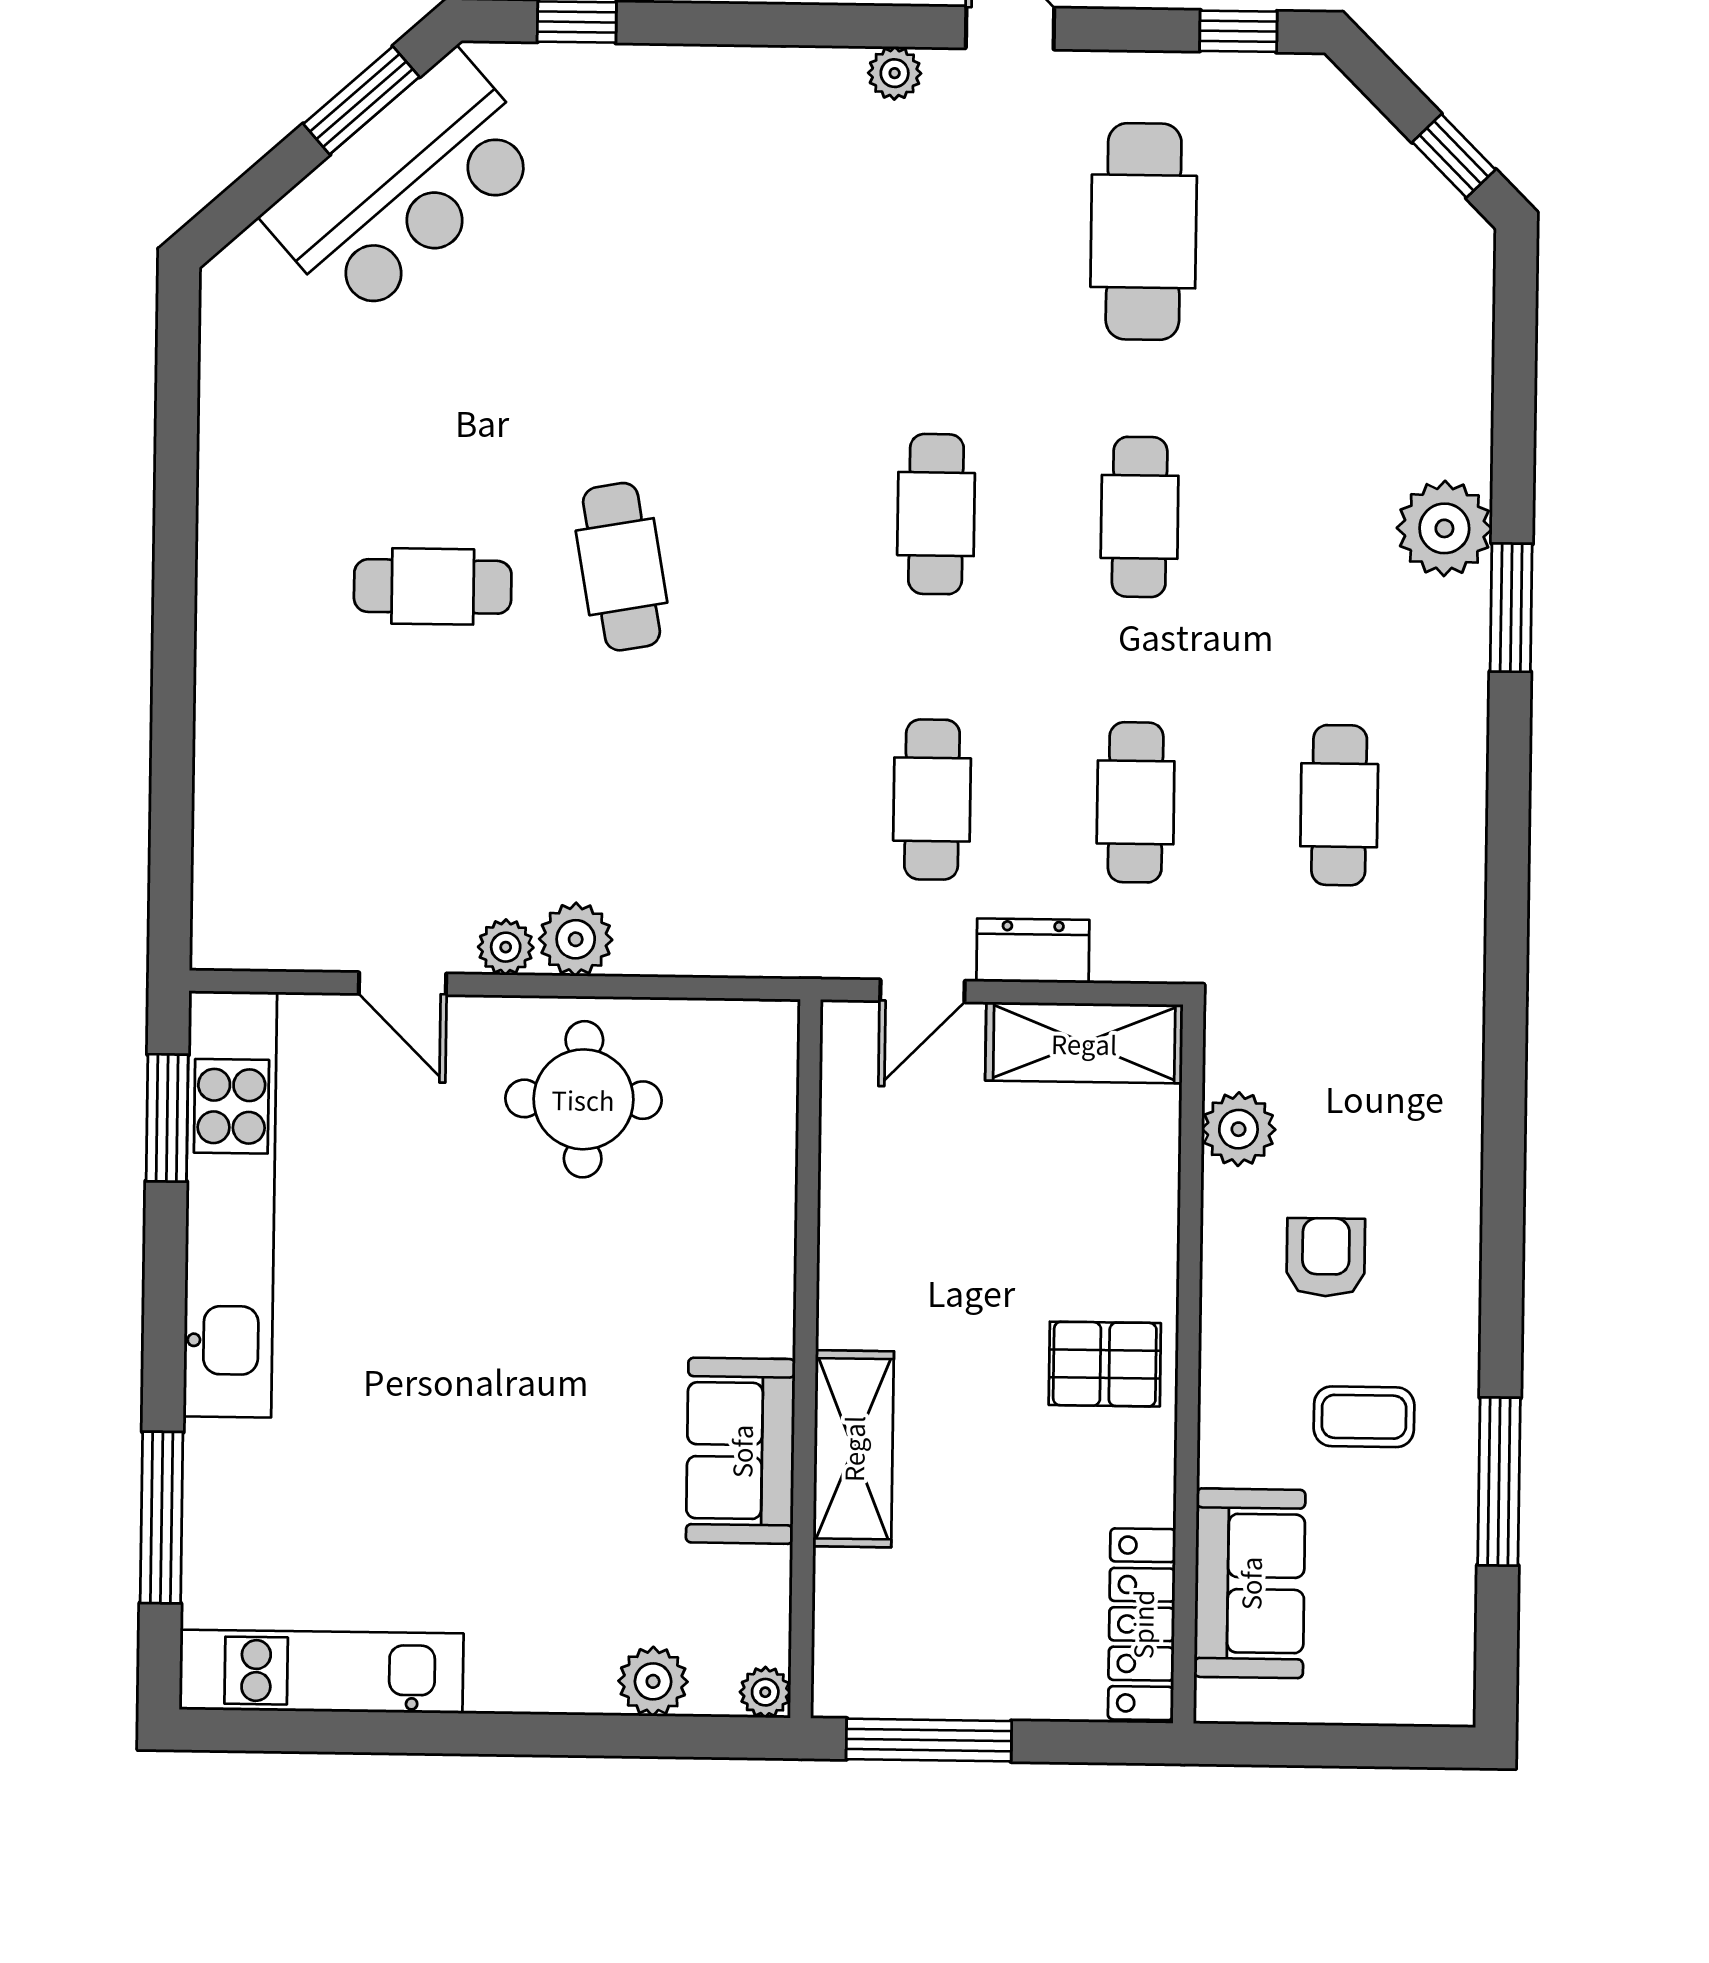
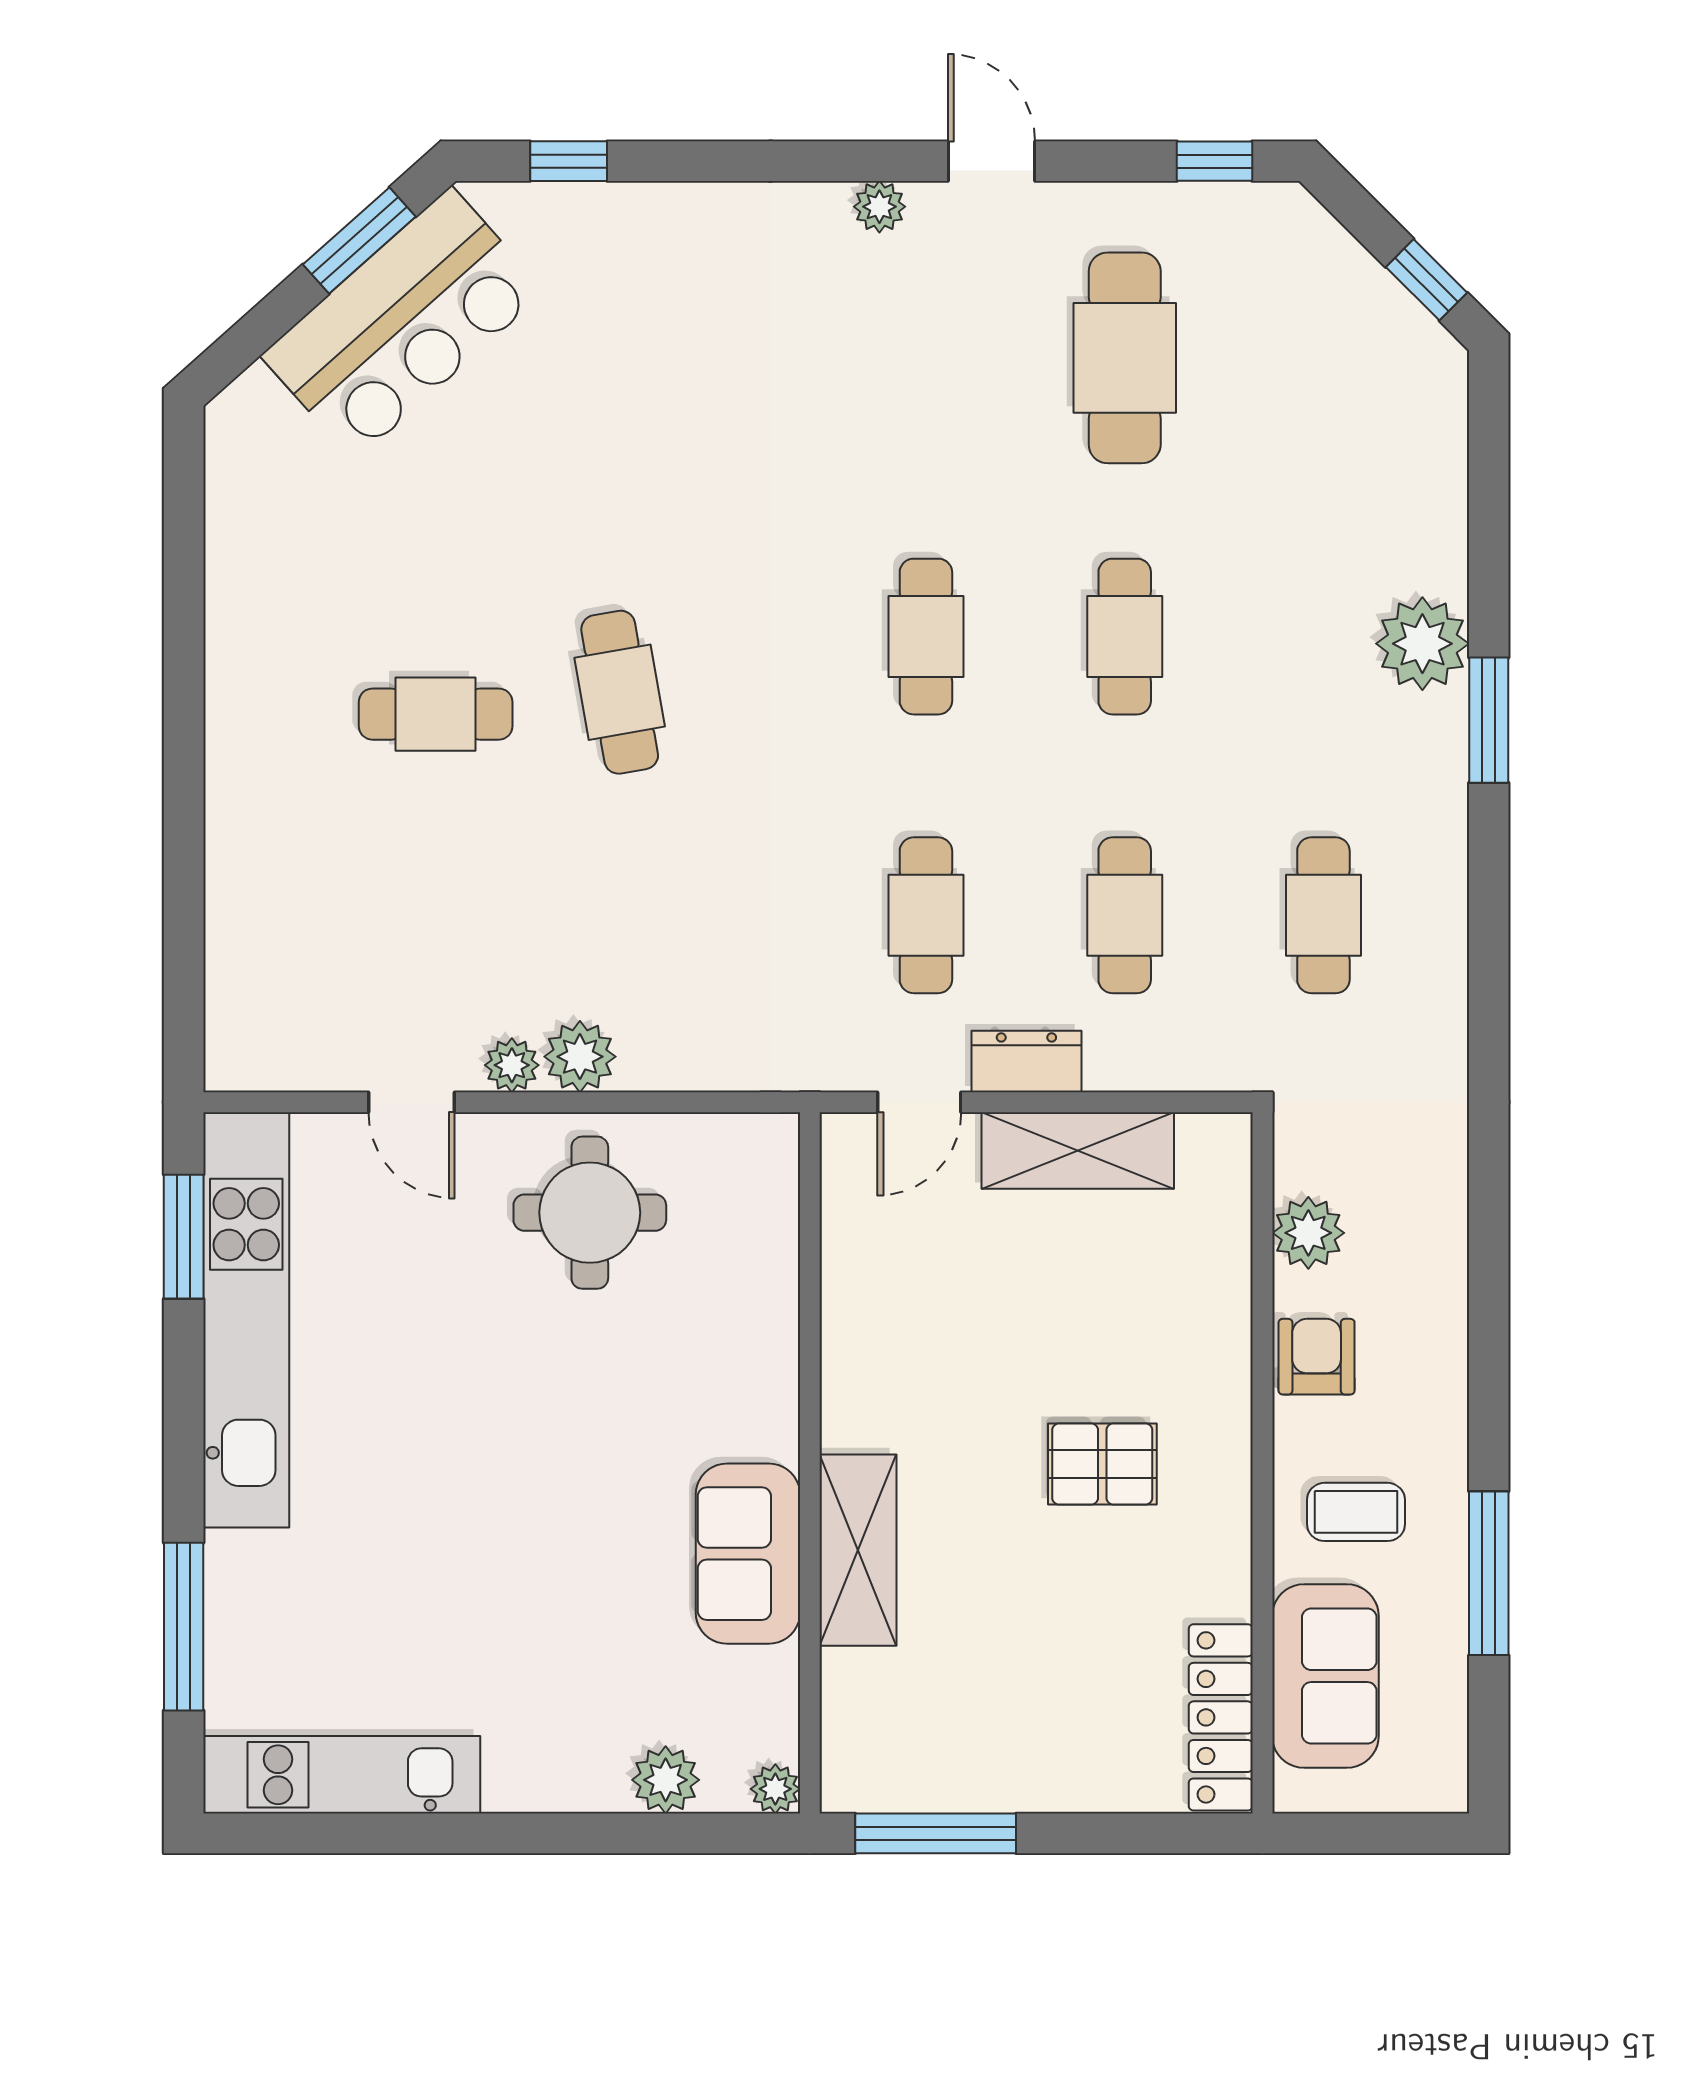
plant: (1238, 1129) -> (1308, 1233), moved
wall: (1188, 1364) -> (1262, 1463), moved
sofa: (1250, 1583) -> (1325, 1676), moved
locker: (1142, 1624) -> (1221, 1717), moved

